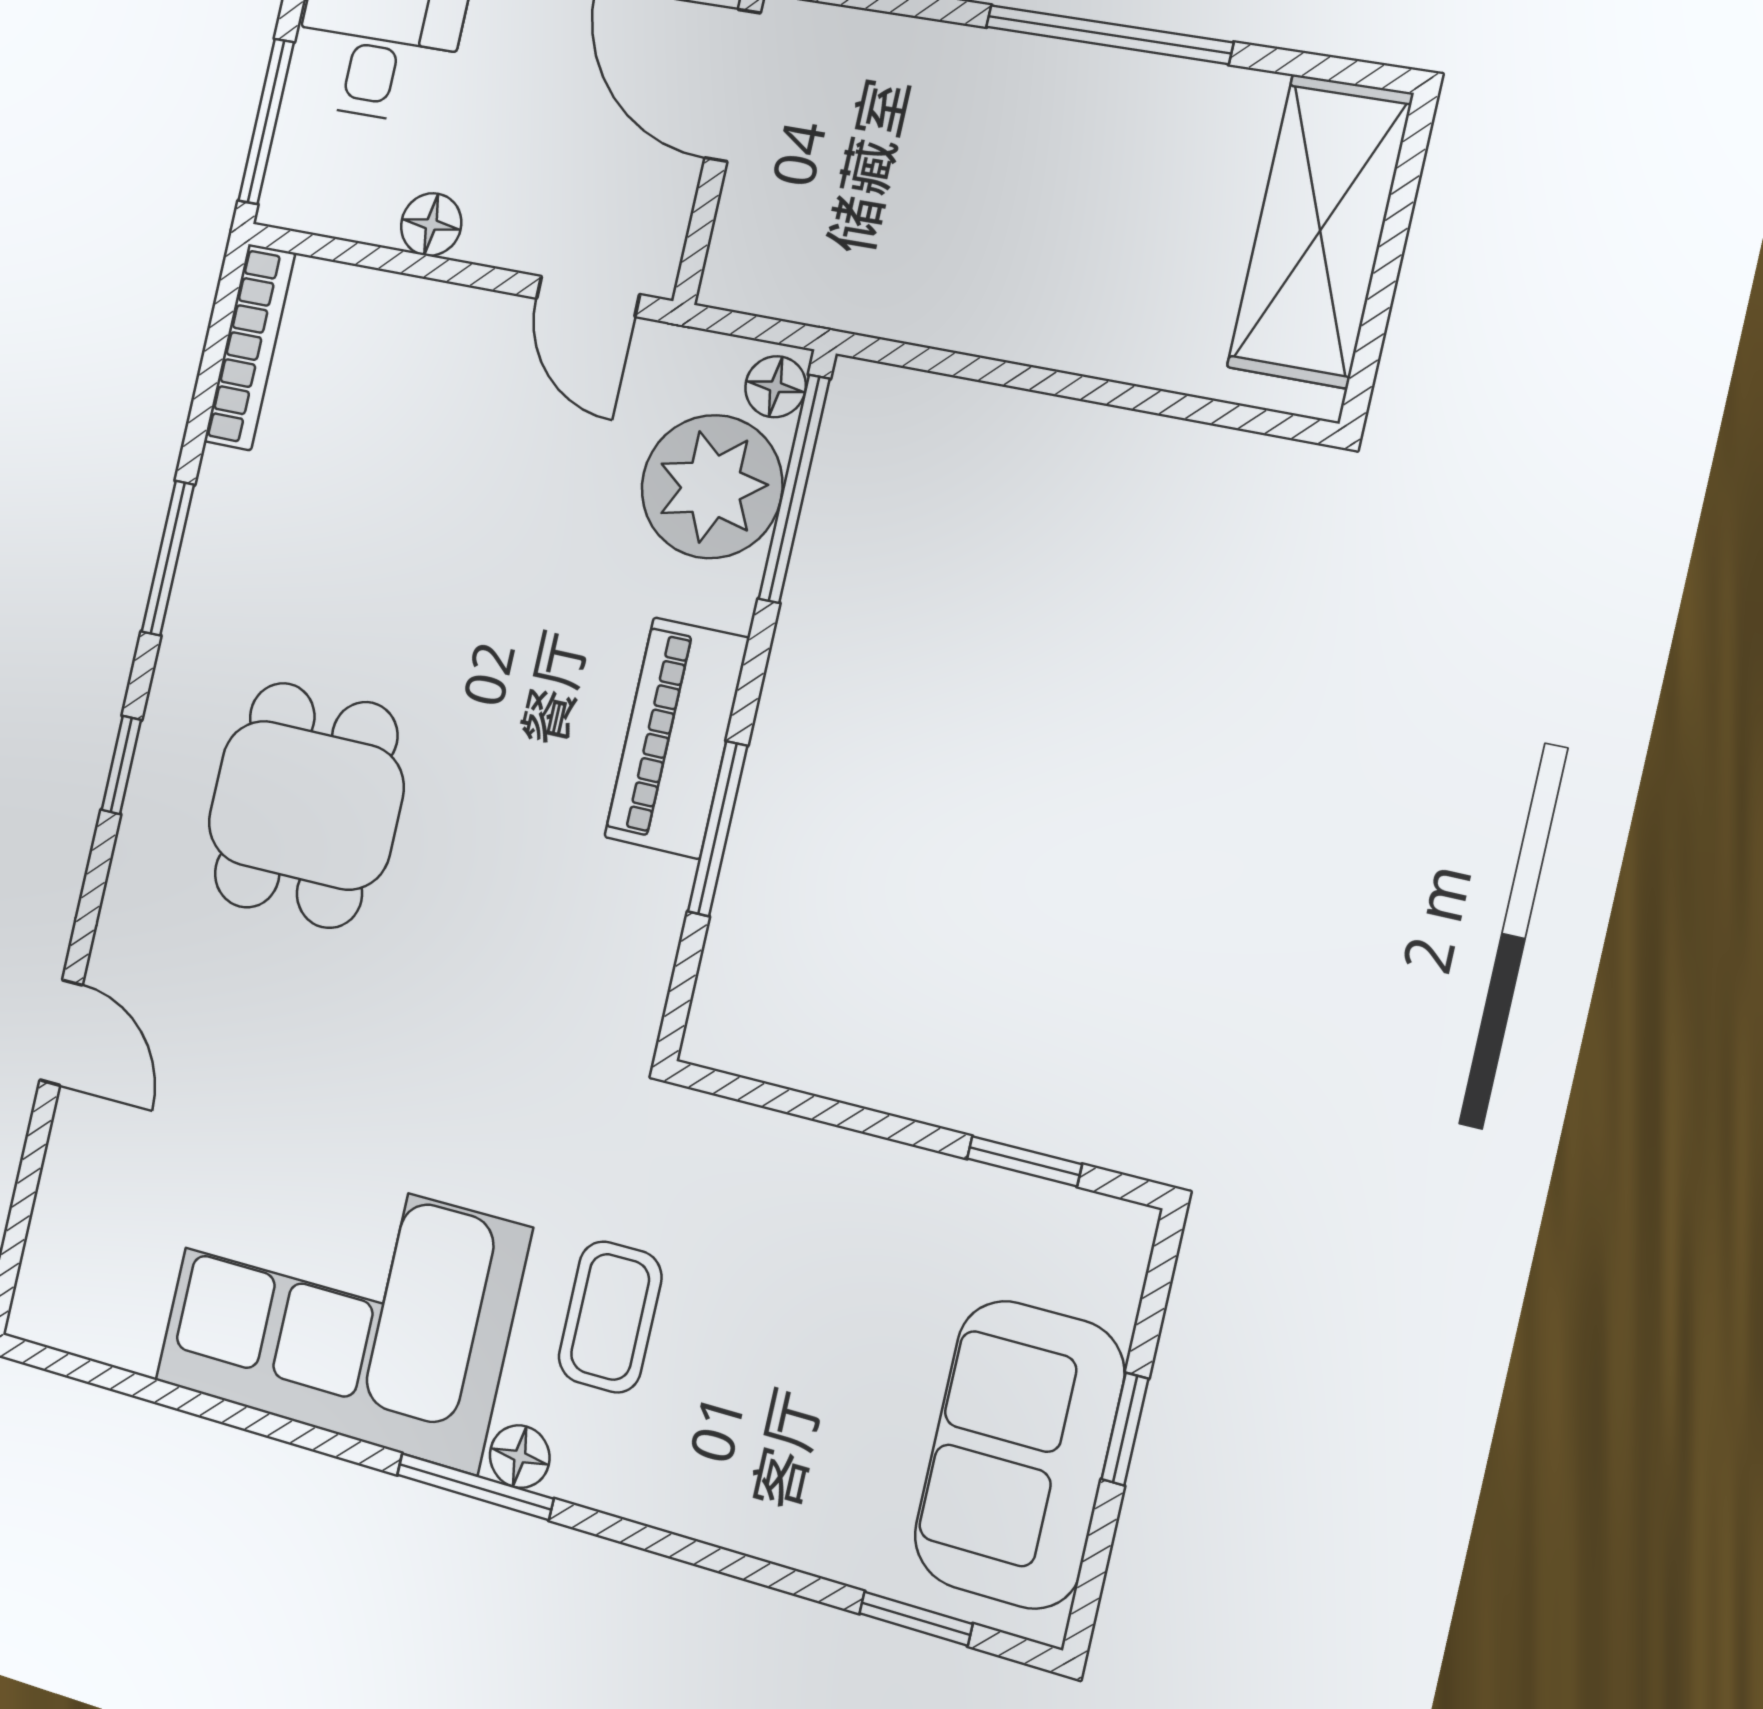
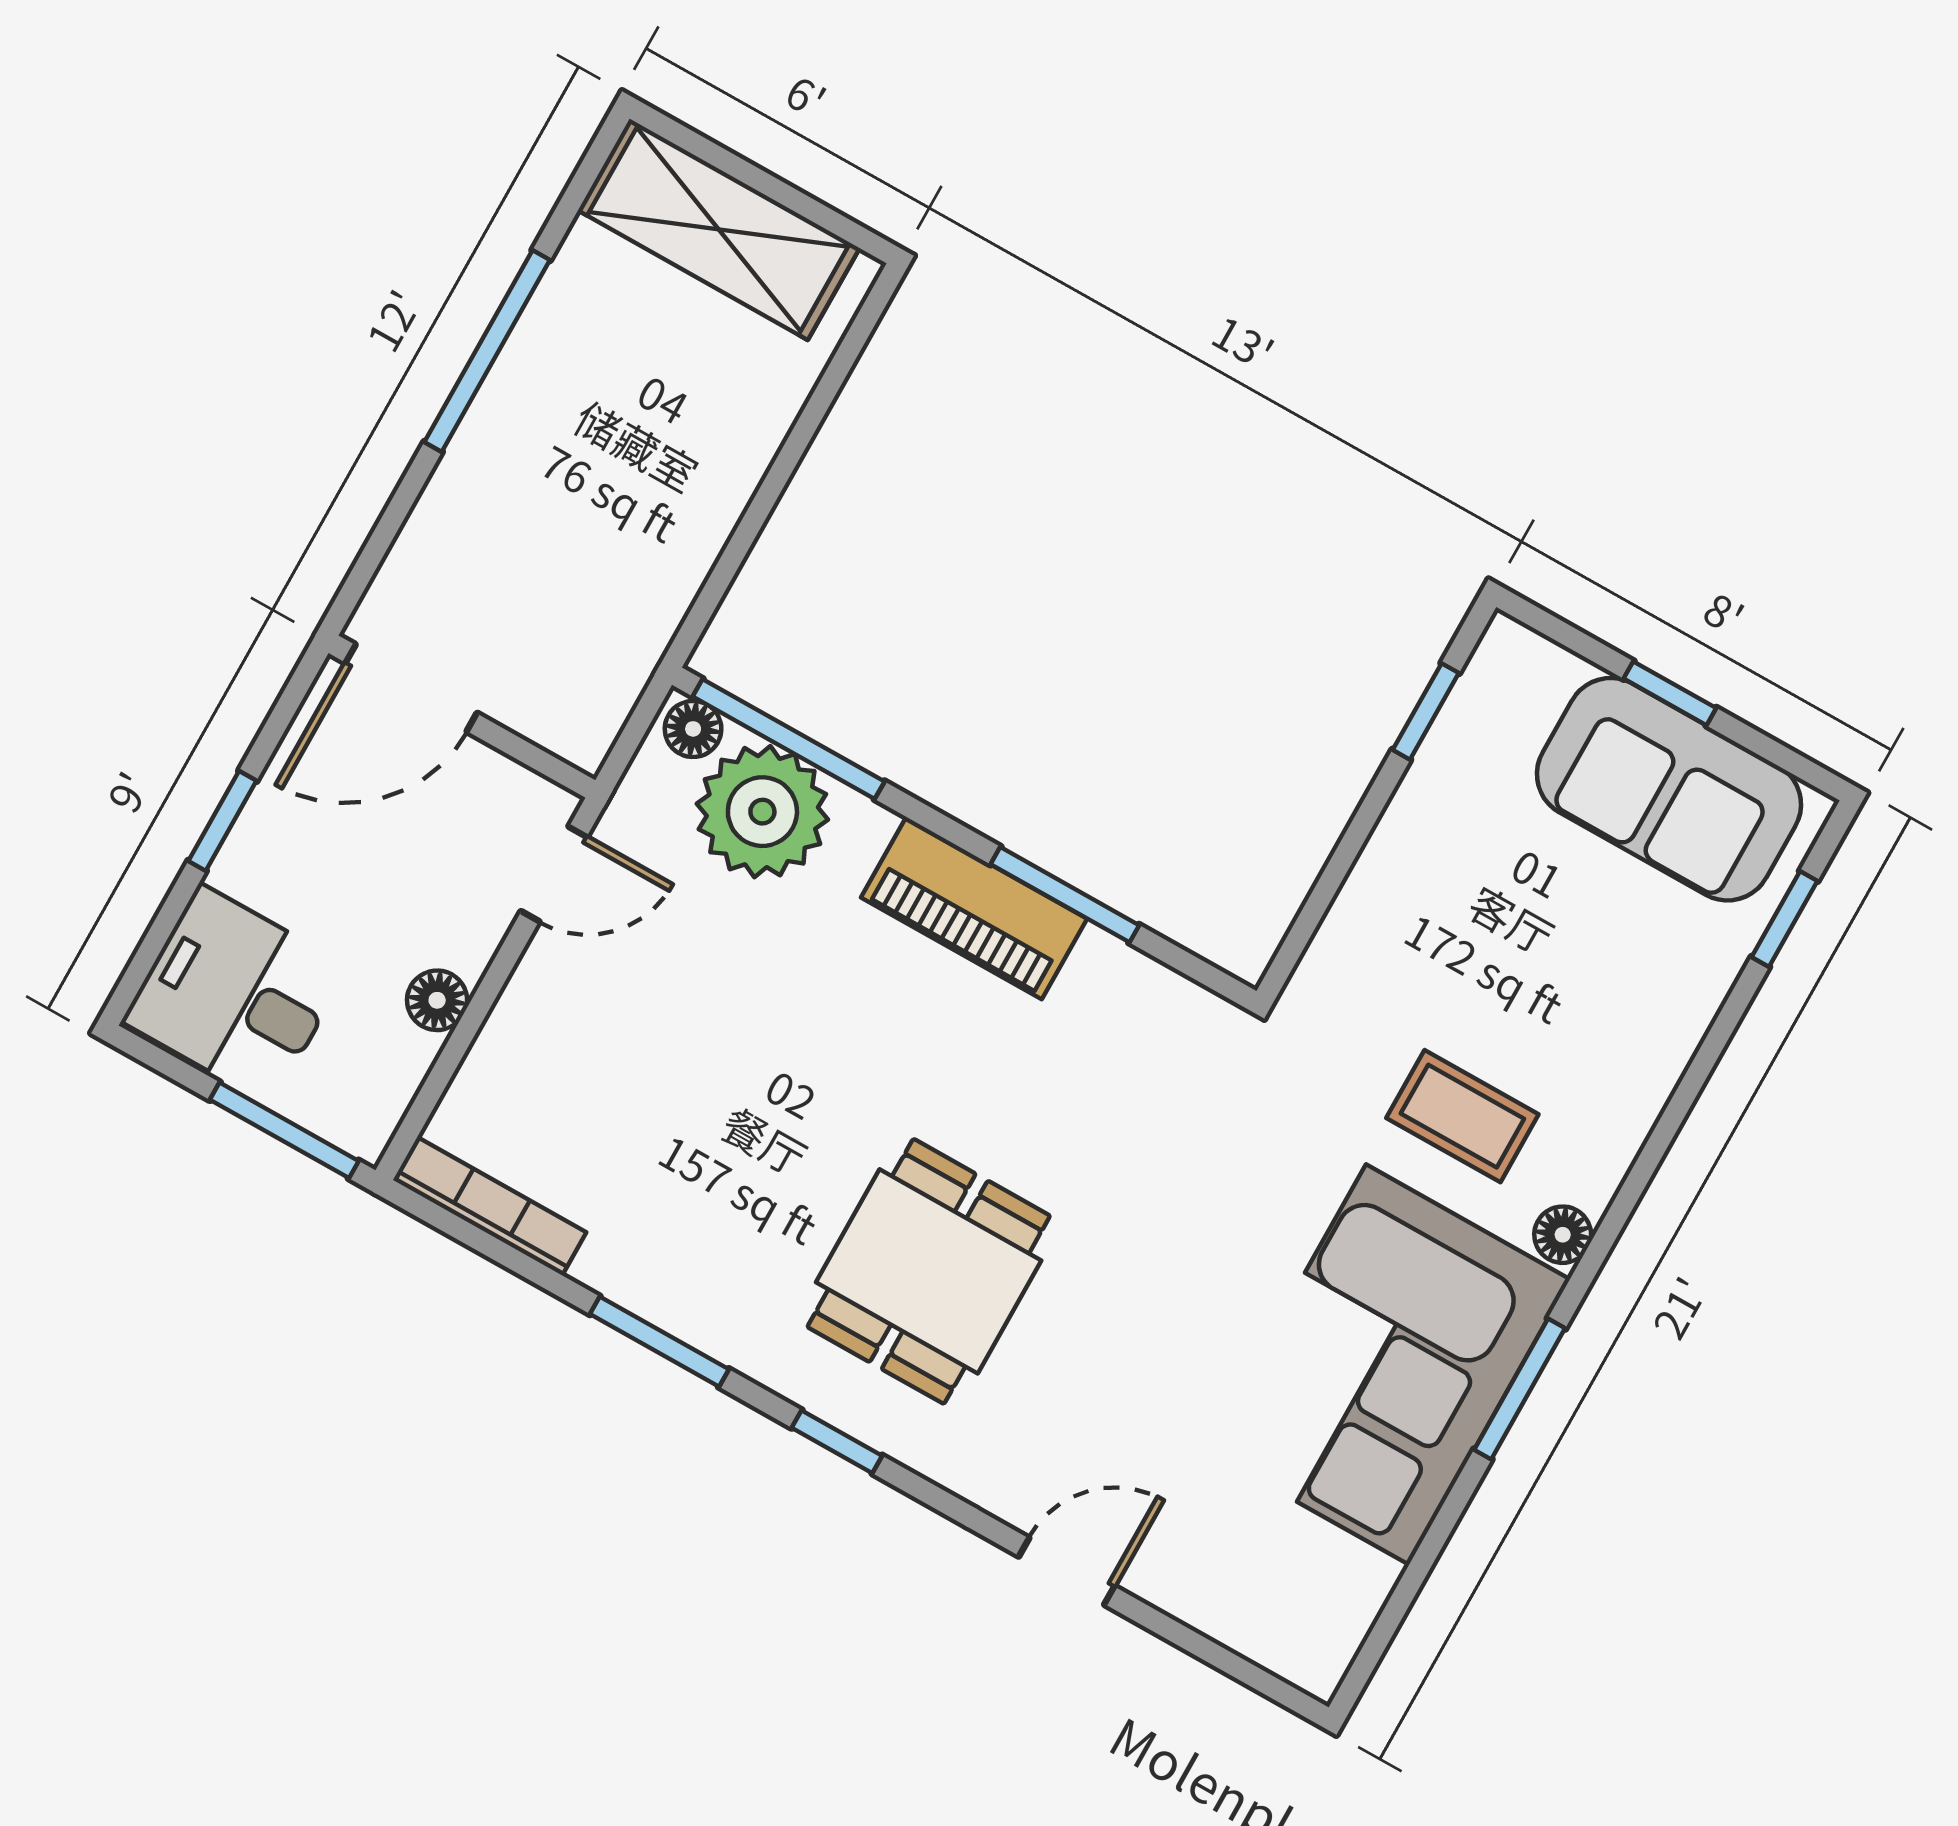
dining table: (306, 805) -> (929, 1271), turned 90
window: (475, 1487) -> (1520, 1389), moved

